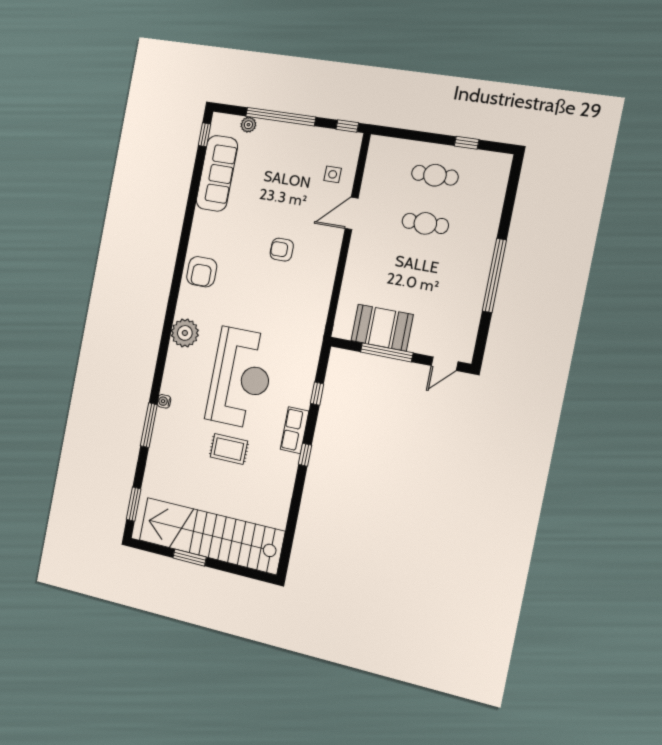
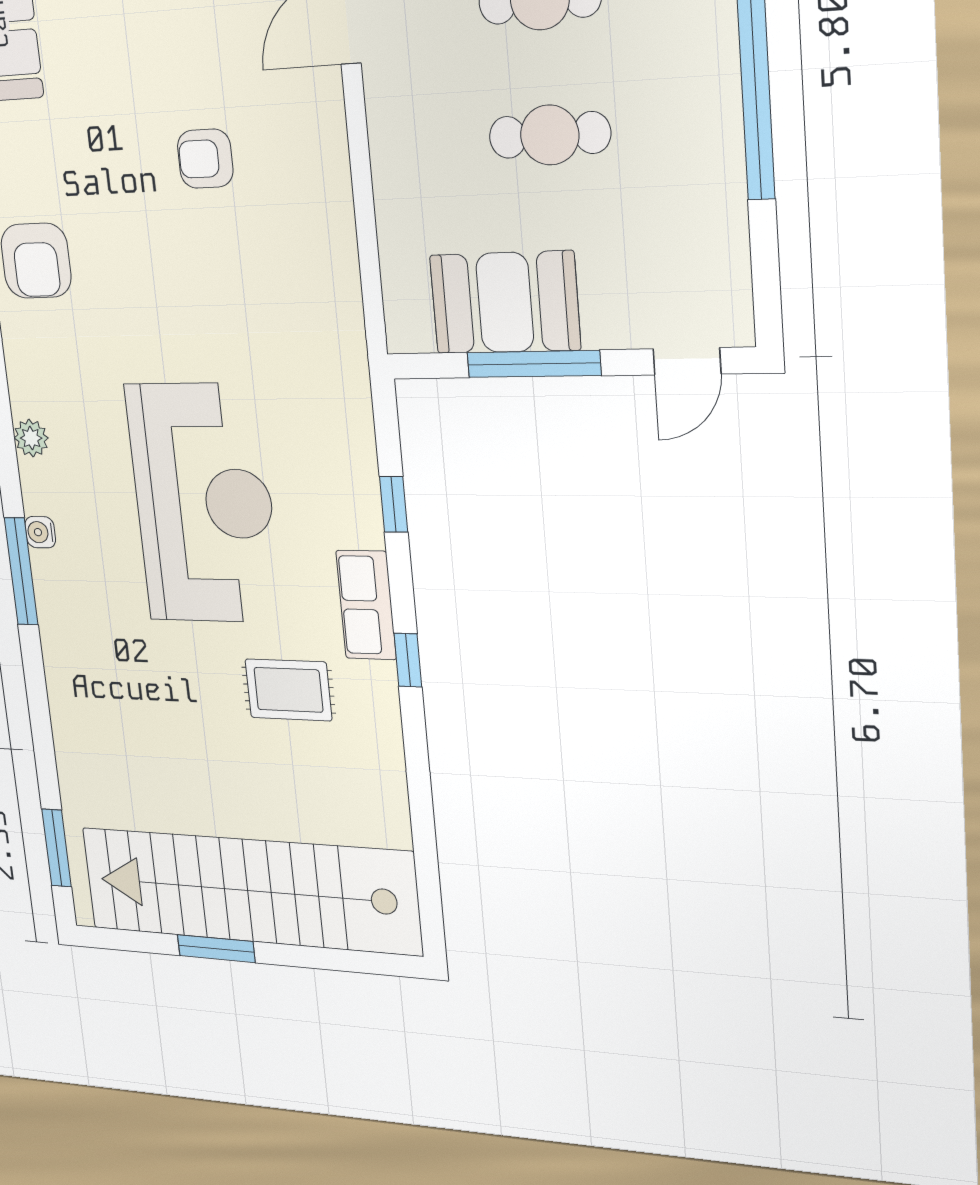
cafe table: (416, 271) -> (550, 135), added
plant: (185, 333) -> (31, 438), width x0.53, depth x0.53
water cooler: (164, 401) -> (40, 532), moved
window: (149, 425) -> (21, 571), moved
rug: (229, 449) -> (288, 690), moved

